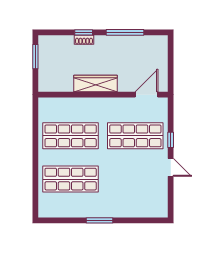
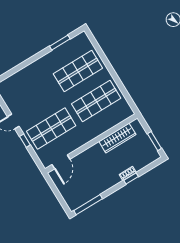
window: (125, 32) -> (88, 205), moved
wardrobe: (96, 83) -> (117, 138), moved
window: (100, 220) -> (60, 43), moved

